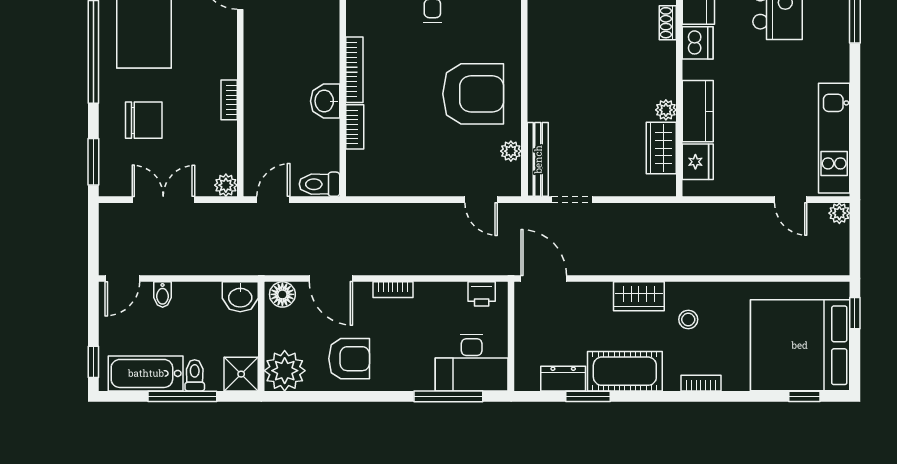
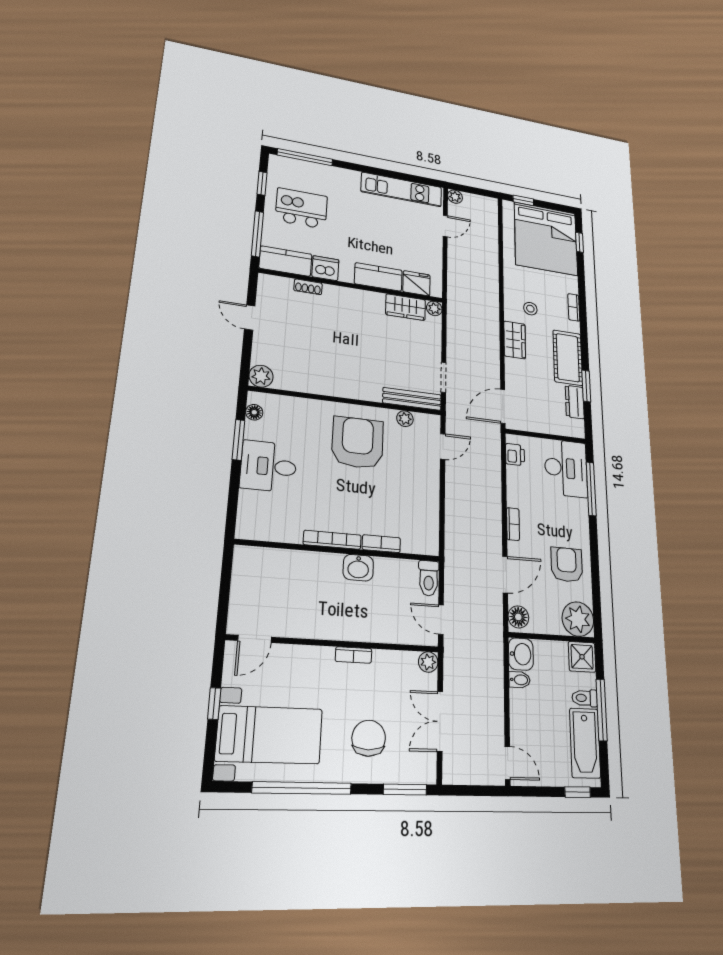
plant: (666, 110) -> (434, 308), moved
bidet: (163, 294) -> (520, 680), moved

